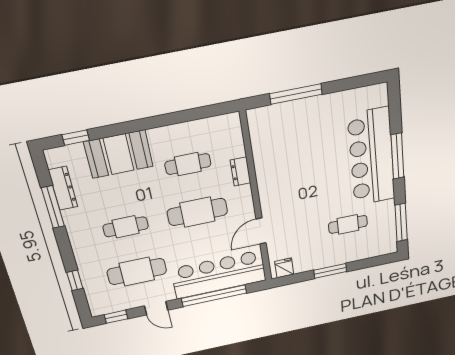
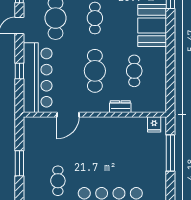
door: (261, 231) -> (68, 115), swing flipped
fridge: (284, 268) -> (154, 124), moved, turned 90
window: (214, 296) -> (19, 71), width x0.32

